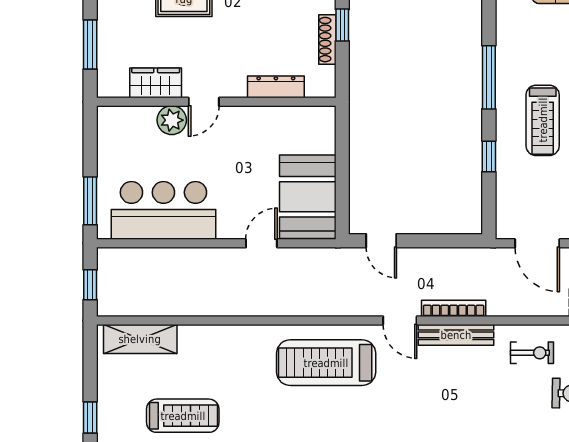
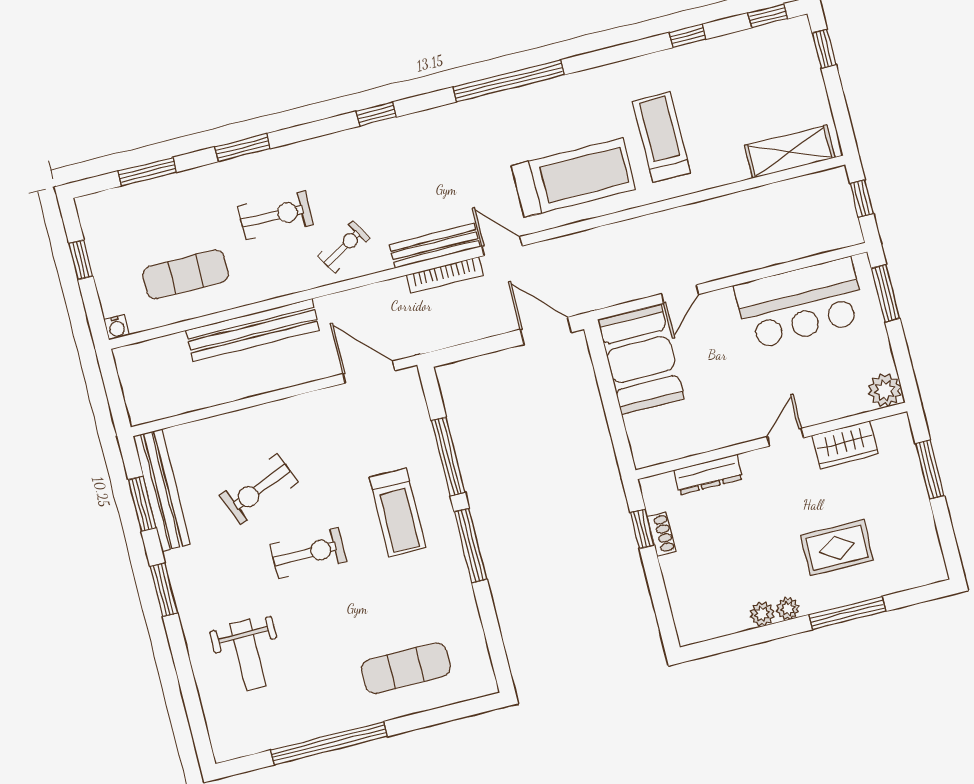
window: (342, 25) -> (642, 529), moved
shoe rack: (327, 40) -> (661, 534), width x0.70
plant: (172, 120) -> (885, 390), moved
treadmill: (543, 120) -> (398, 512), turned 180
window: (489, 156) -> (448, 456), width x2.17
door: (381, 241) -> (546, 331), width x1.38
exercise bike: (532, 353) -> (344, 247), turned 149
treadmill: (183, 416) -> (661, 137), moved, turned 90

